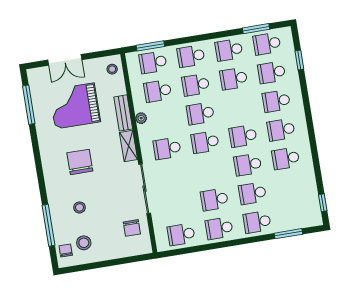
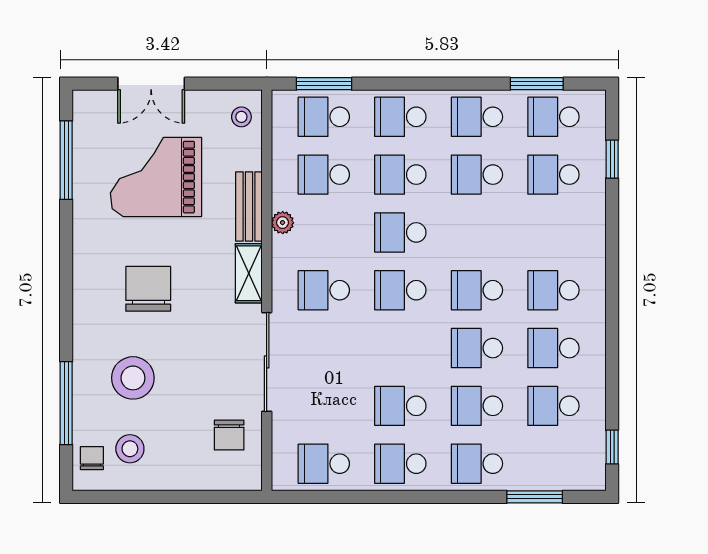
school desk: (276, 101) -> (553, 406), moved
stool: (80, 207) -> (133, 378), width x1.89, depth x1.89

